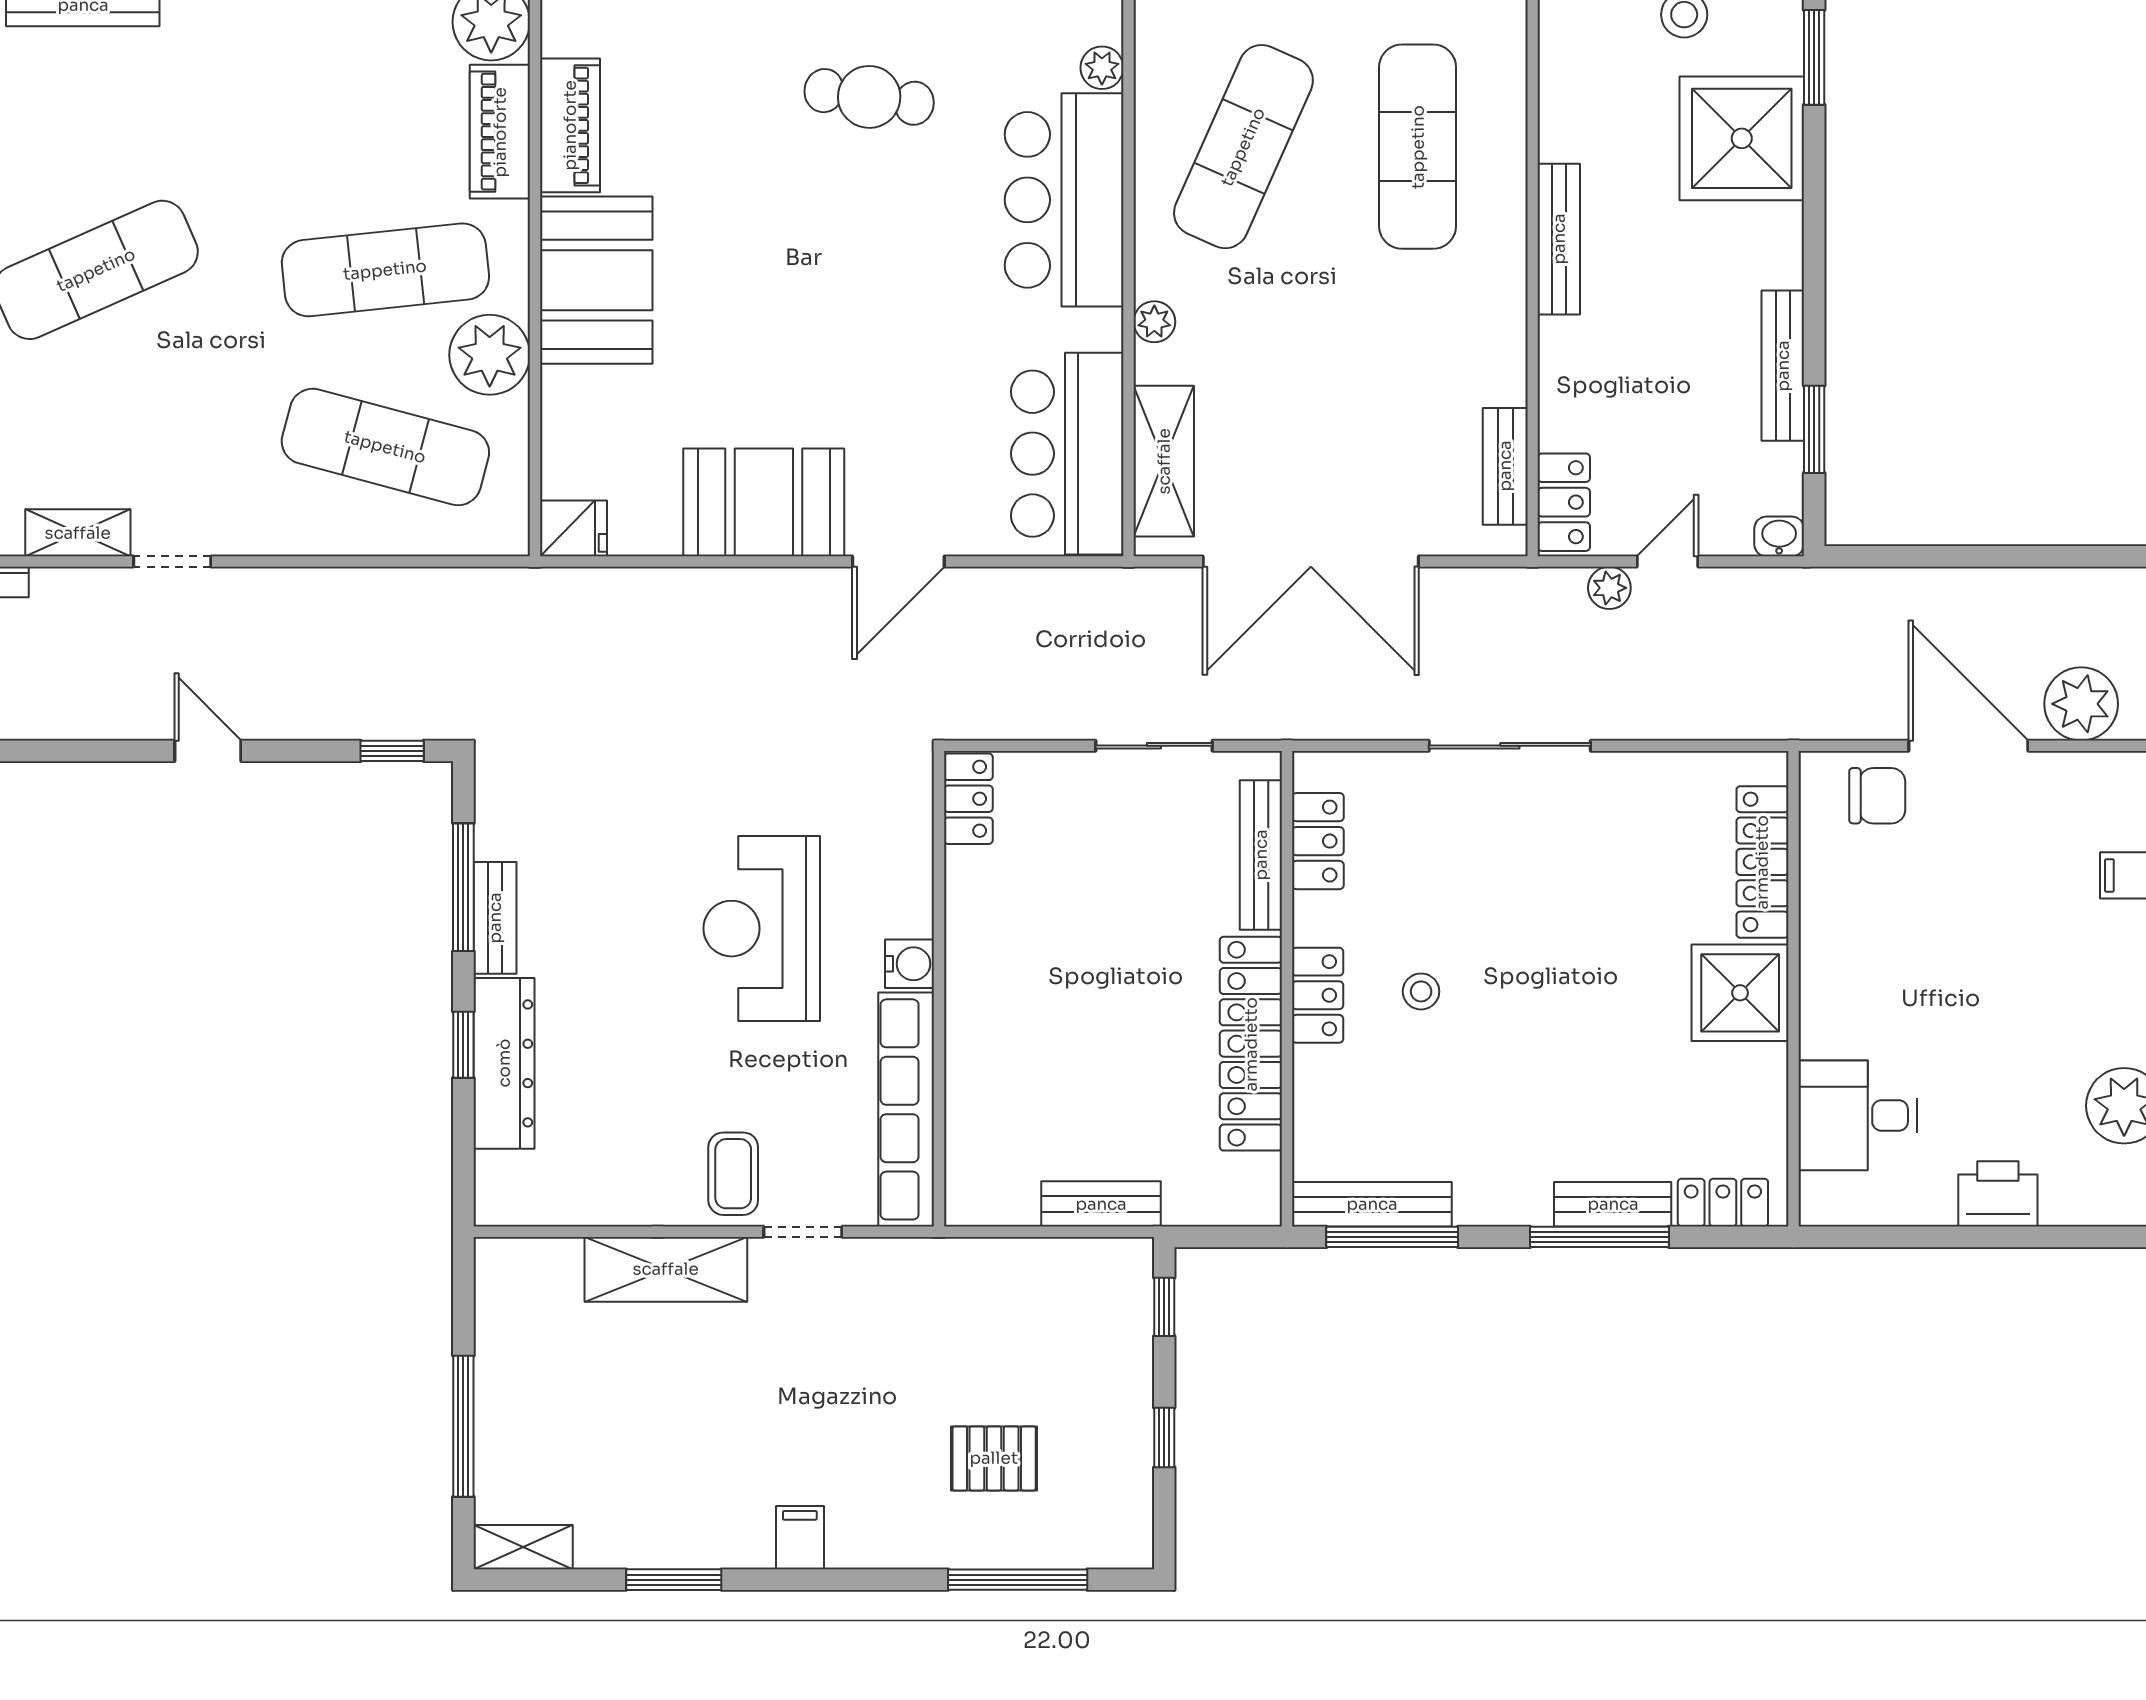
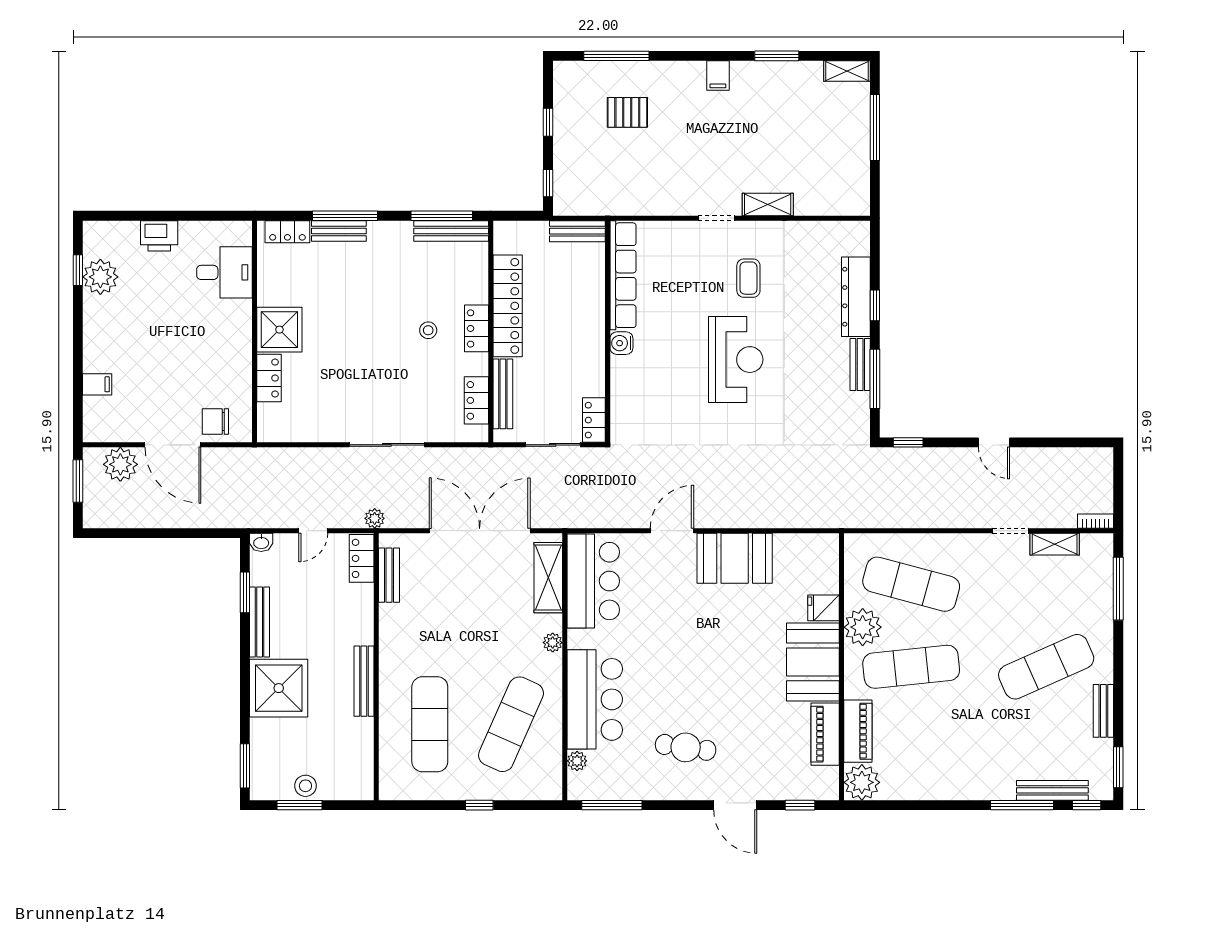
shower: (1742, 138) -> (279, 688), moved
fridge: (573, 528) -> (824, 608), moved
plant: (1609, 588) -> (375, 518), moved
locker: (968, 799) -> (594, 420), moved
locker: (1762, 862) -> (269, 378), width x0.66
water cooler: (910, 964) -> (621, 343), moved
wall: (939, 989) -> (608, 331), moved
row of seats: (906, 1109) -> (623, 275), moved
coffee table: (733, 1174) -> (748, 278), moved
shelving: (666, 1269) -> (768, 204), width x0.67, depth x0.75

